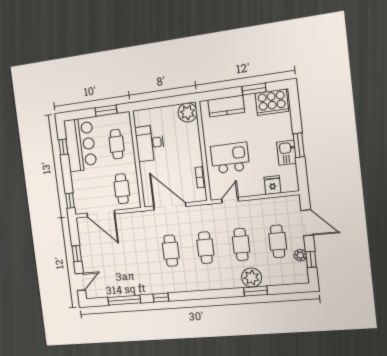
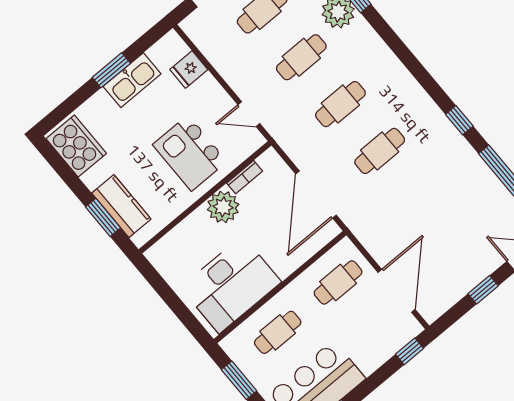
window: (254, 89) -> (103, 217), moved
plant: (188, 113) -> (223, 207), moved
desk: (150, 143) -> (231, 285), width x1.36, depth x1.30
kitchen sink: (286, 153) -> (132, 80), width x1.38

